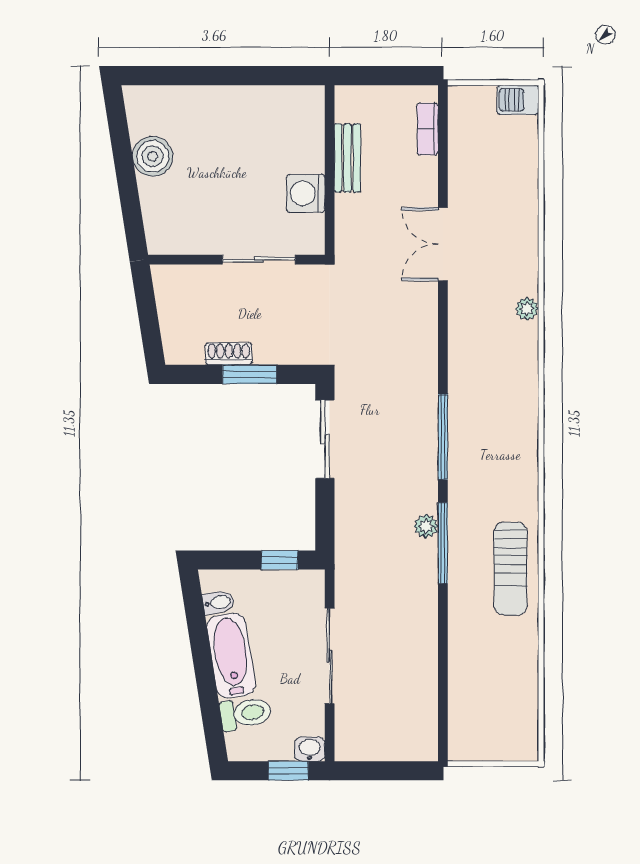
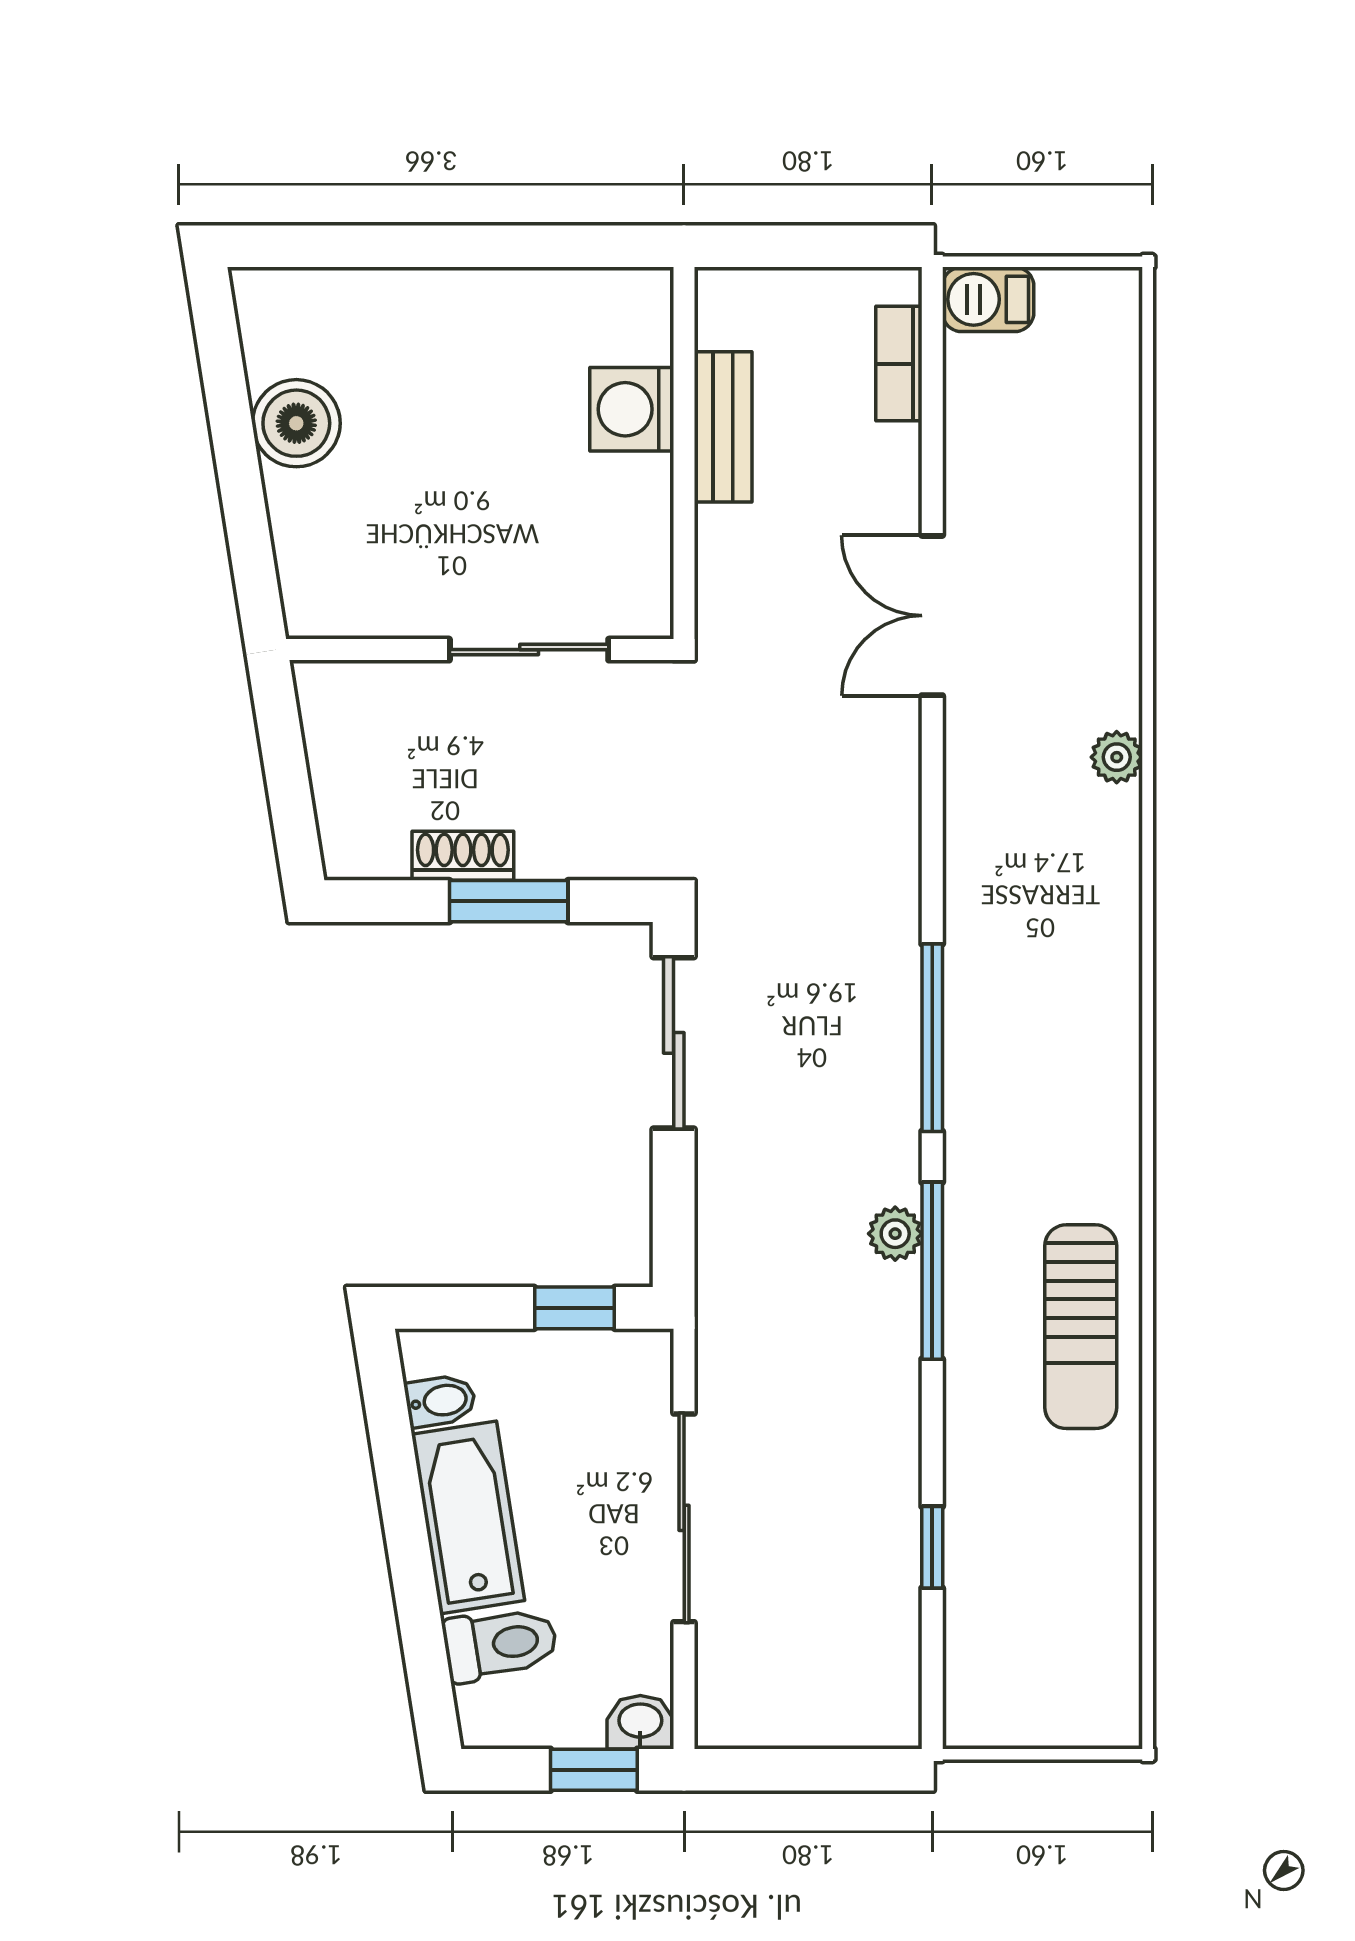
barbecue: (518, 100) -> (988, 299), moved
washing machine: (306, 193) -> (632, 409), moved
window: (443, 669) -> (932, 1547), added

